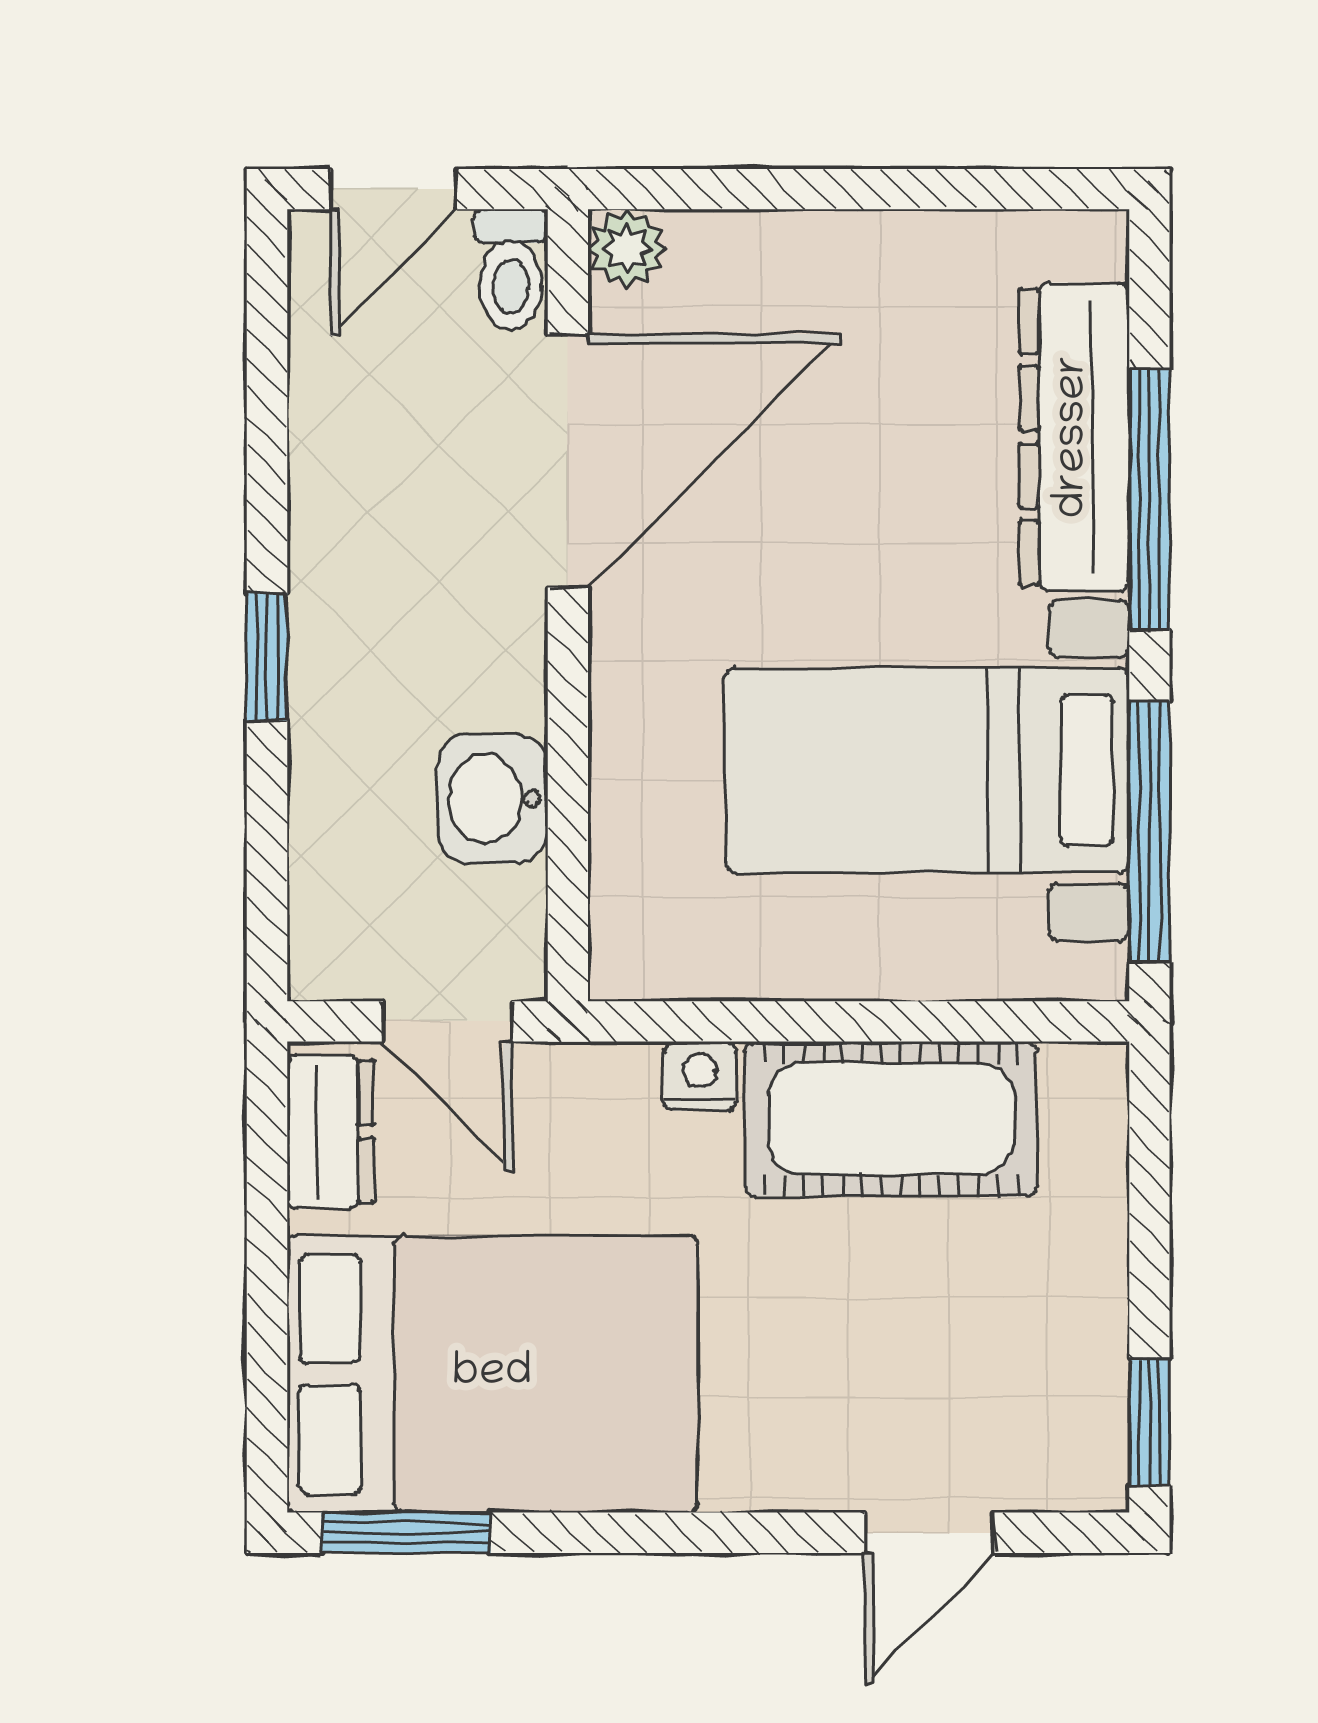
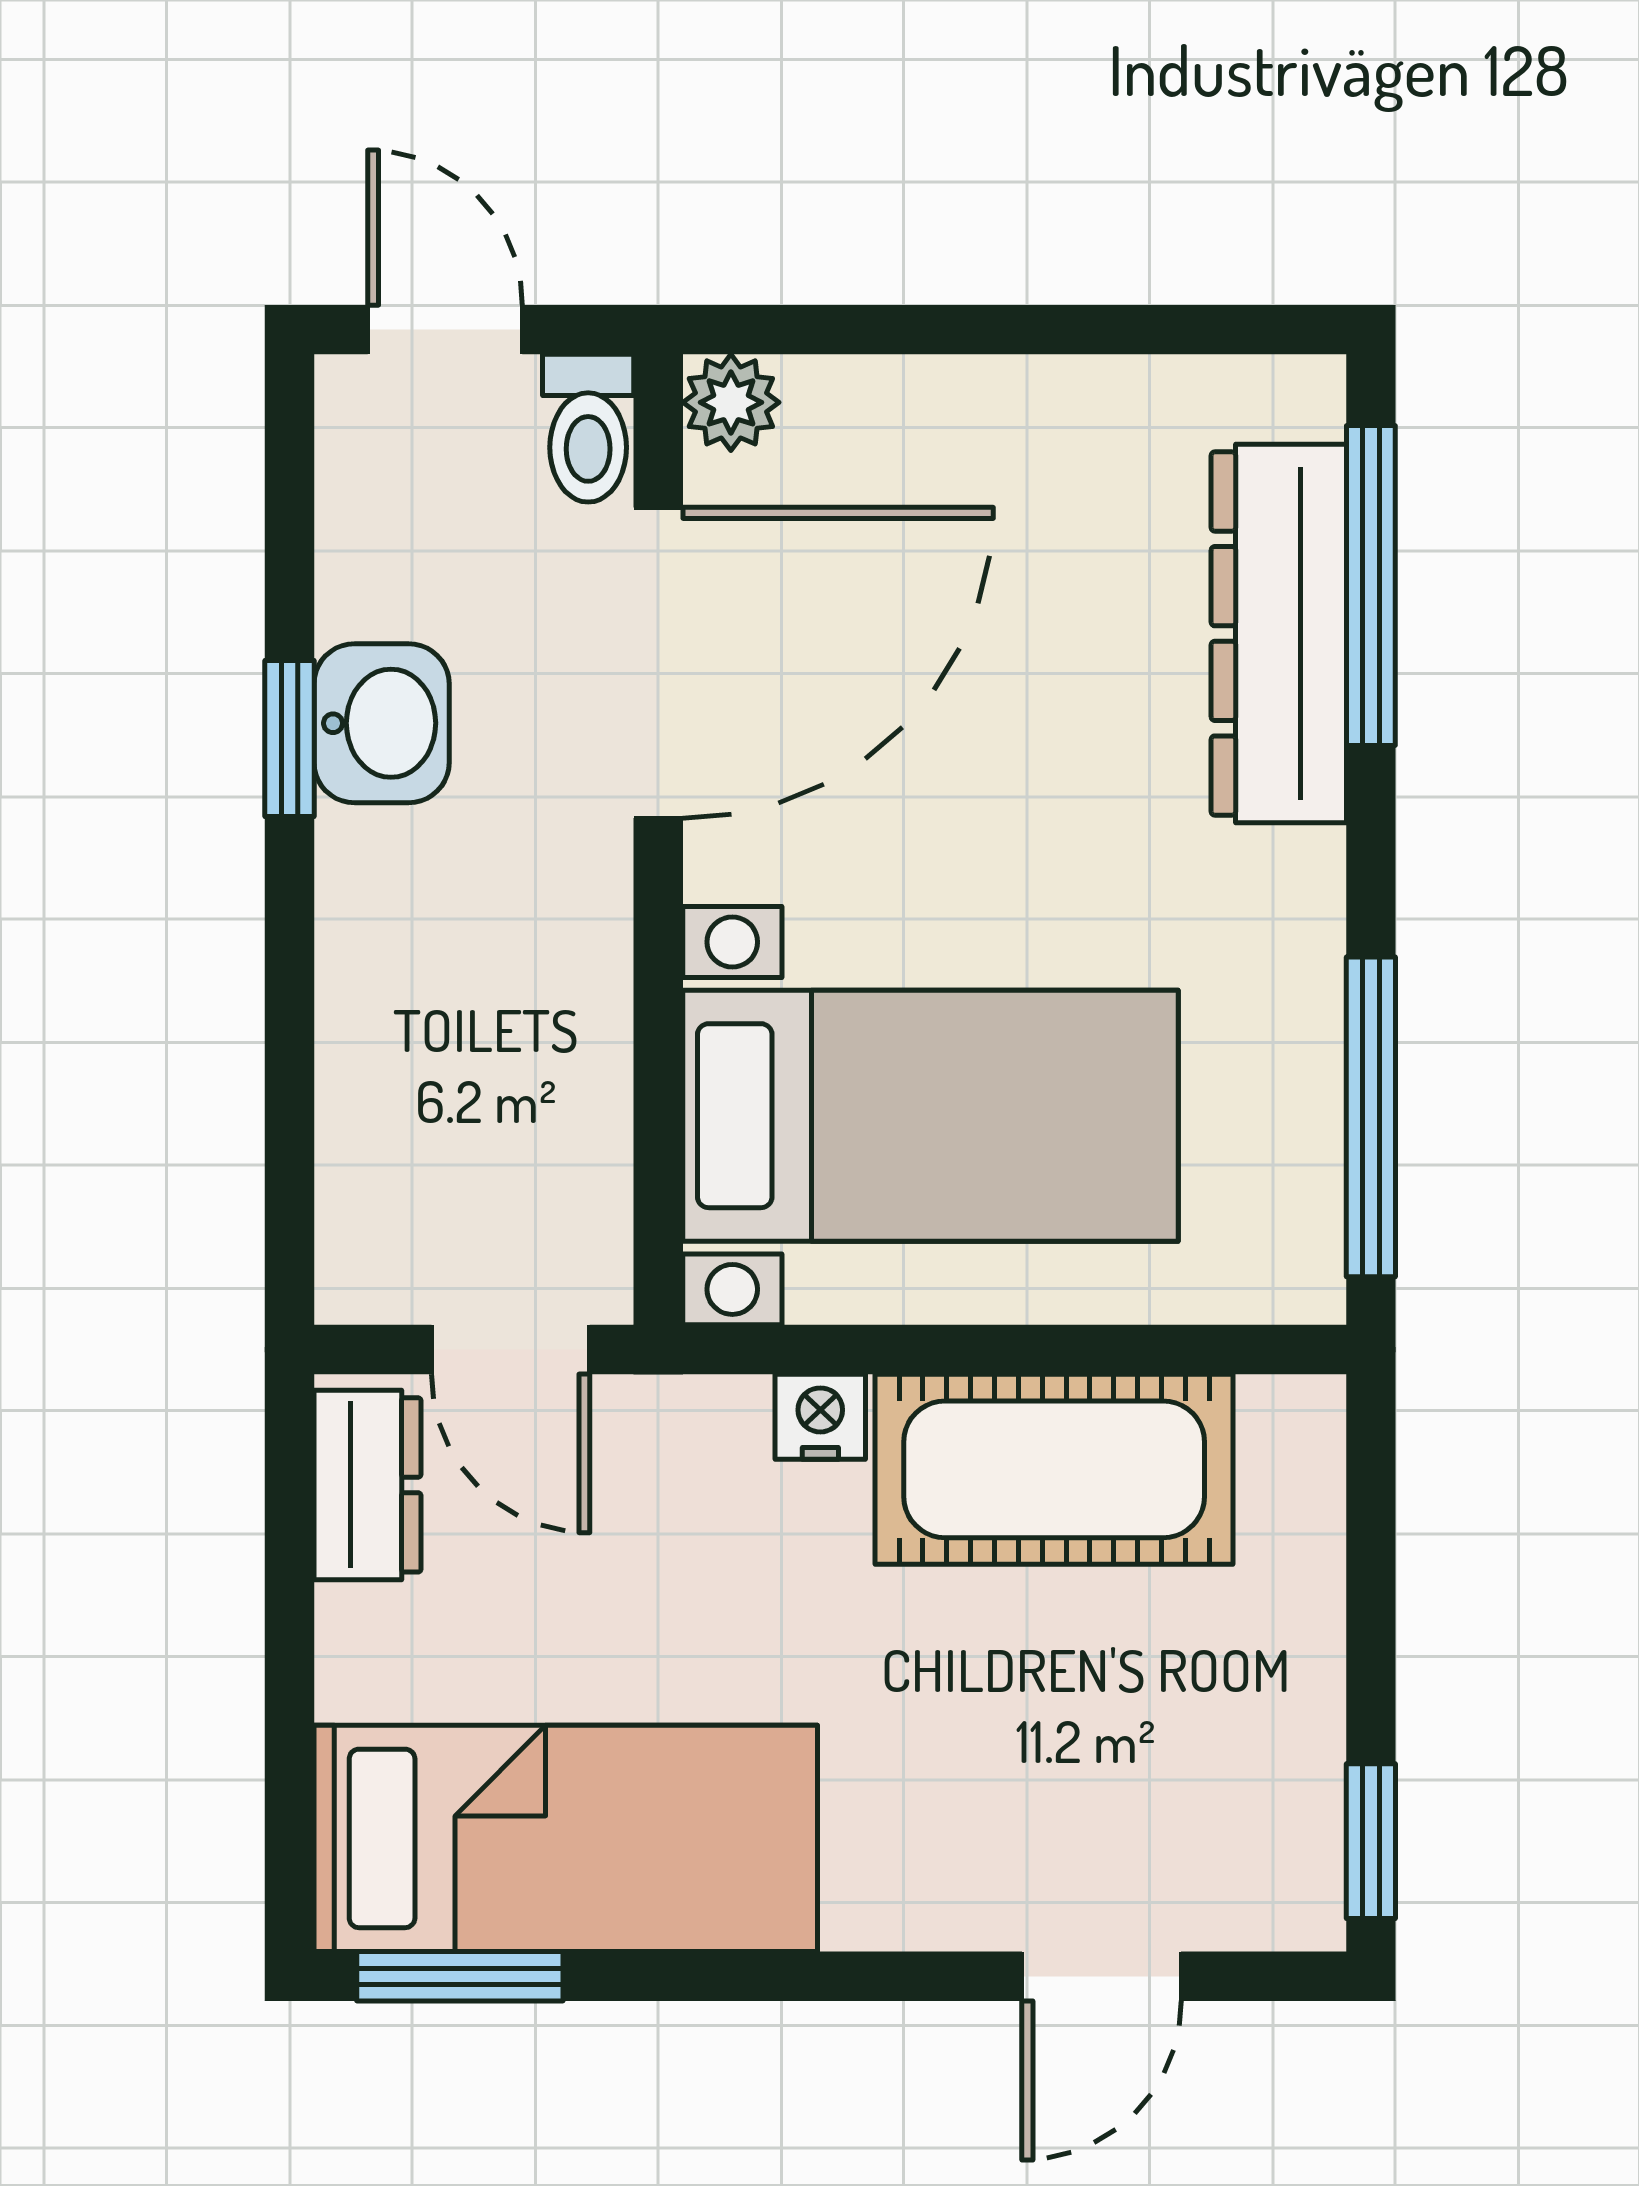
door: (394, 189) -> (445, 330), swing flipped
window: (1149, 499) -> (1371, 585), moved
window: (267, 657) -> (290, 739), moved
bed with nightstands: (927, 770) -> (930, 1116), moved, turned 180
washbasin: (493, 799) -> (382, 723), moved, turned 180
bed: (492, 1374) -> (566, 1838), width x0.67

